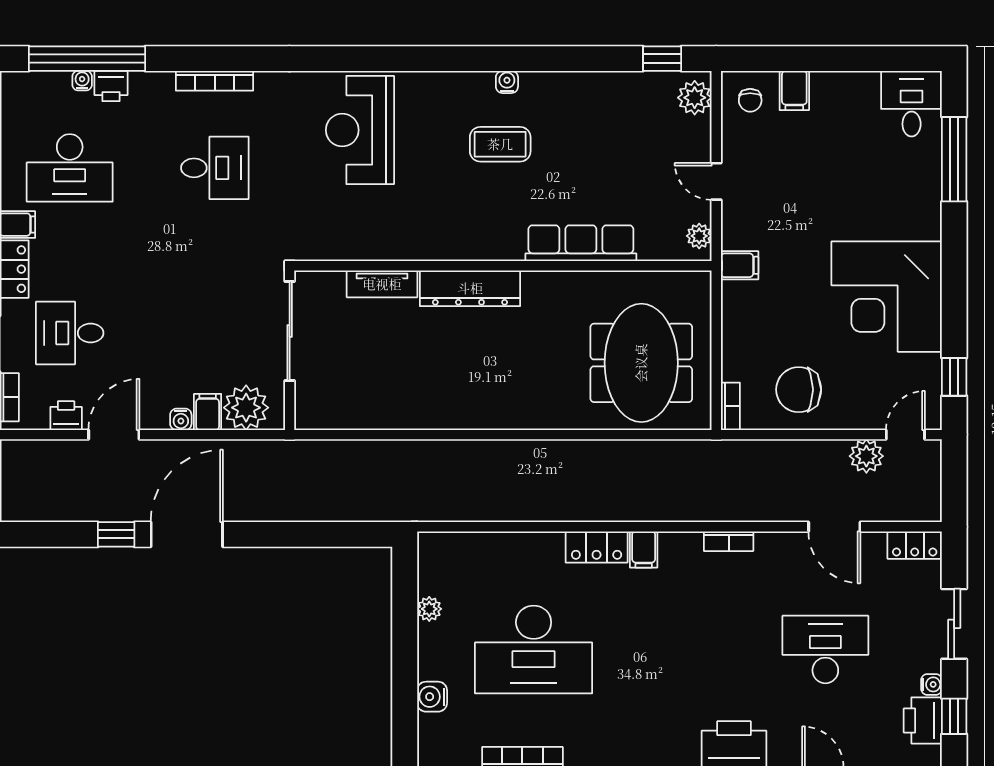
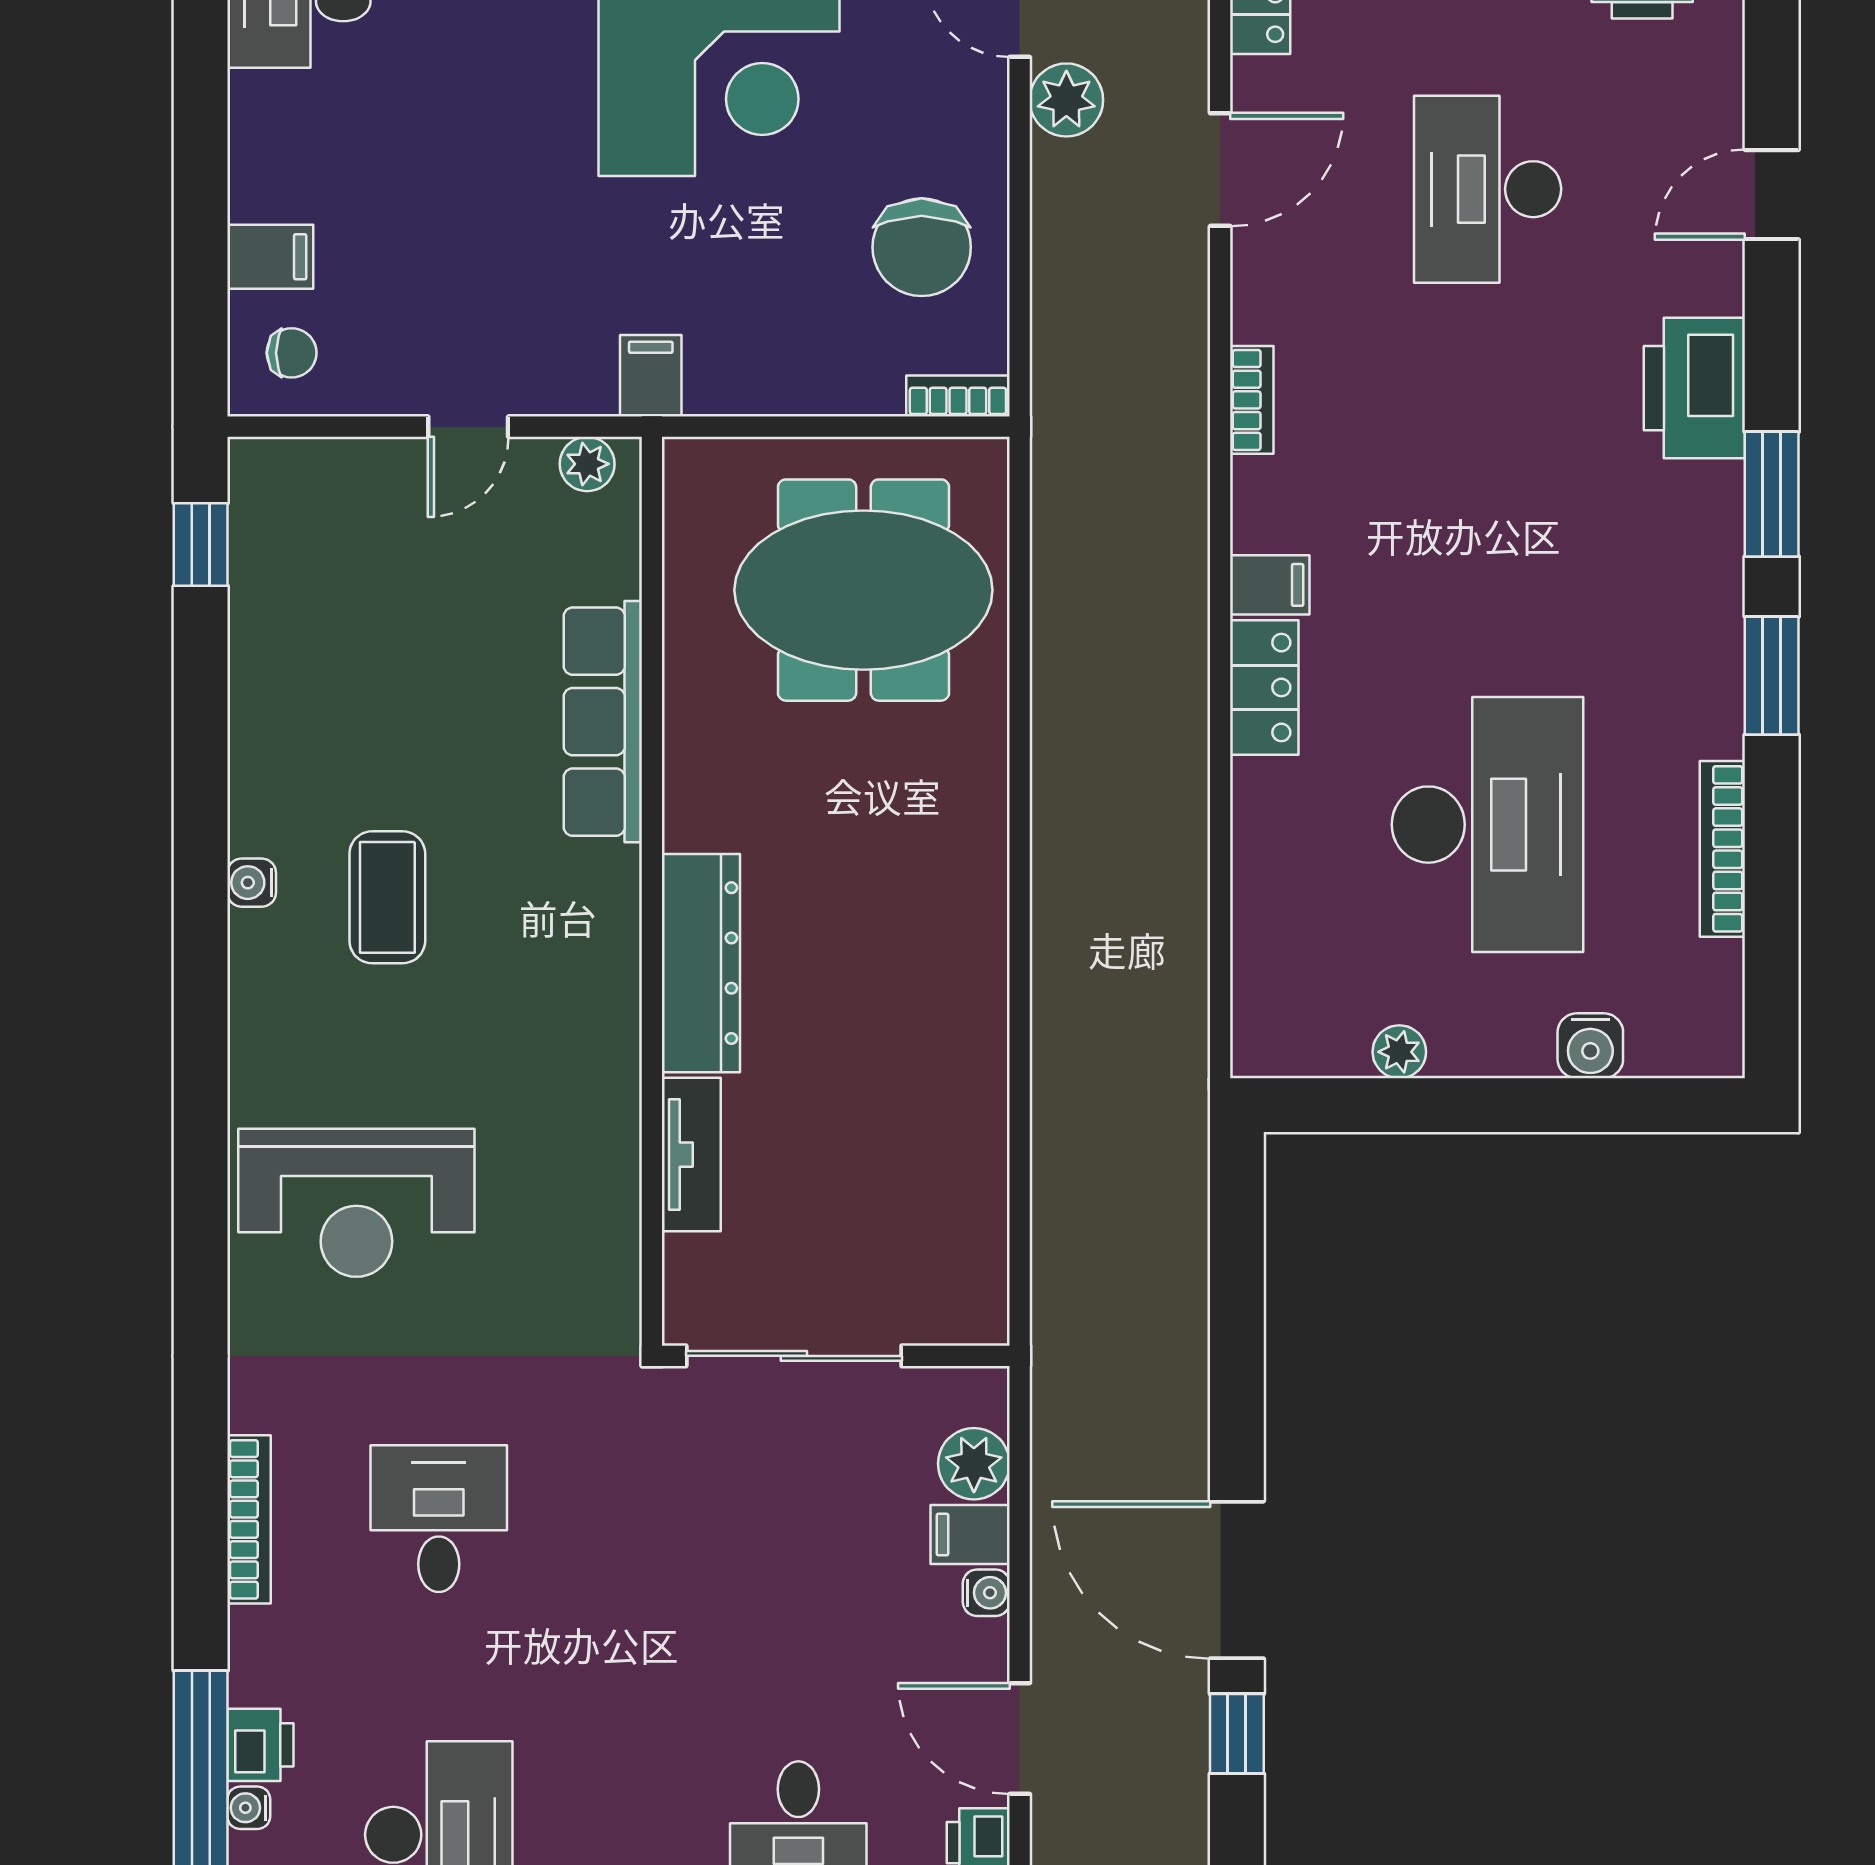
plant: (695, 98) -> (286, 474), removed
plant: (246, 408) -> (974, 1464), width x0.73, depth x0.73

